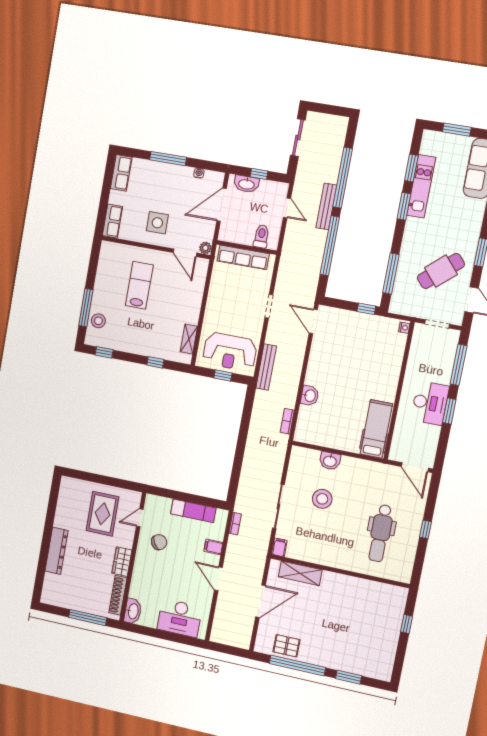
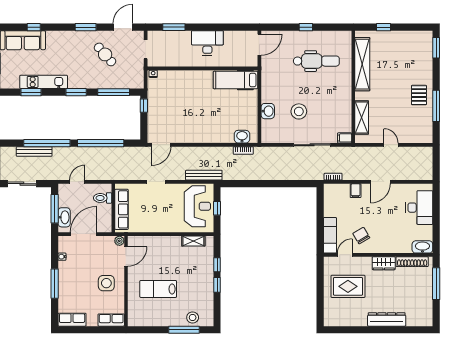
window: (259, 174) -> (55, 209), width x2.17
door: (222, 205) -> (83, 234), swing flipped
bench: (326, 206) -> (34, 152), moved
window: (404, 206) -> (76, 92), moved
cafe table: (441, 271) -> (105, 54), width x0.73, depth x0.74
window: (104, 352) -> (217, 285), moved
window: (459, 365) -> (174, 27), width x0.69
washbasin: (310, 396) -> (242, 137), moved
window: (449, 411) -> (211, 27), removed
exam couch: (193, 511) -> (330, 235), moved
door: (140, 518) -> (345, 255), swing flipped
shelving: (366, 588) -> (362, 64), added
door: (260, 601) -> (391, 145), width x0.53
pallet: (287, 646) -> (419, 95), moved
window: (297, 665) -> (436, 106), width x0.68
window: (349, 677) -> (436, 48), moved

